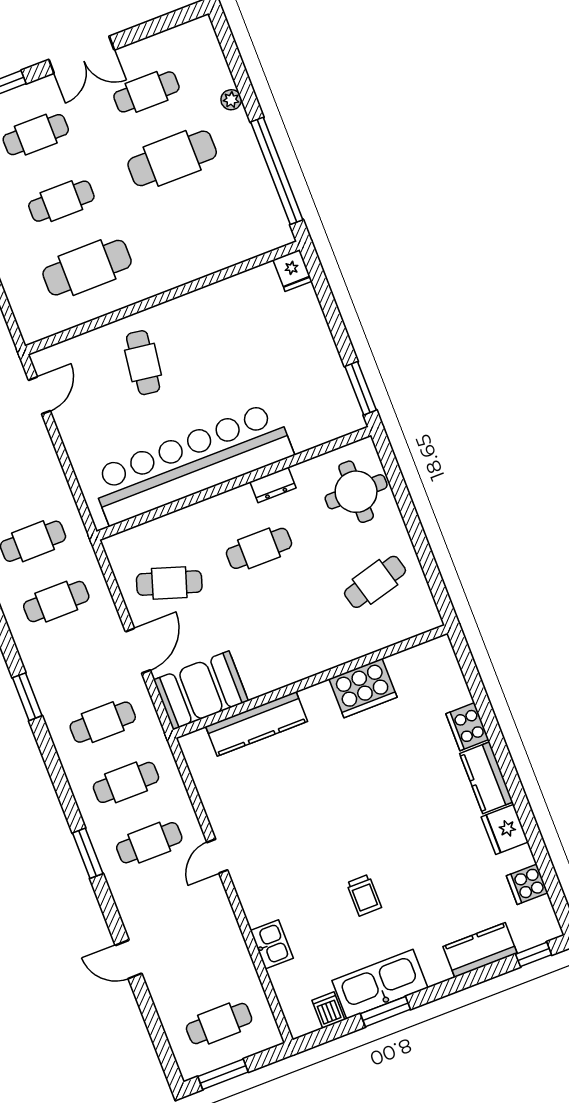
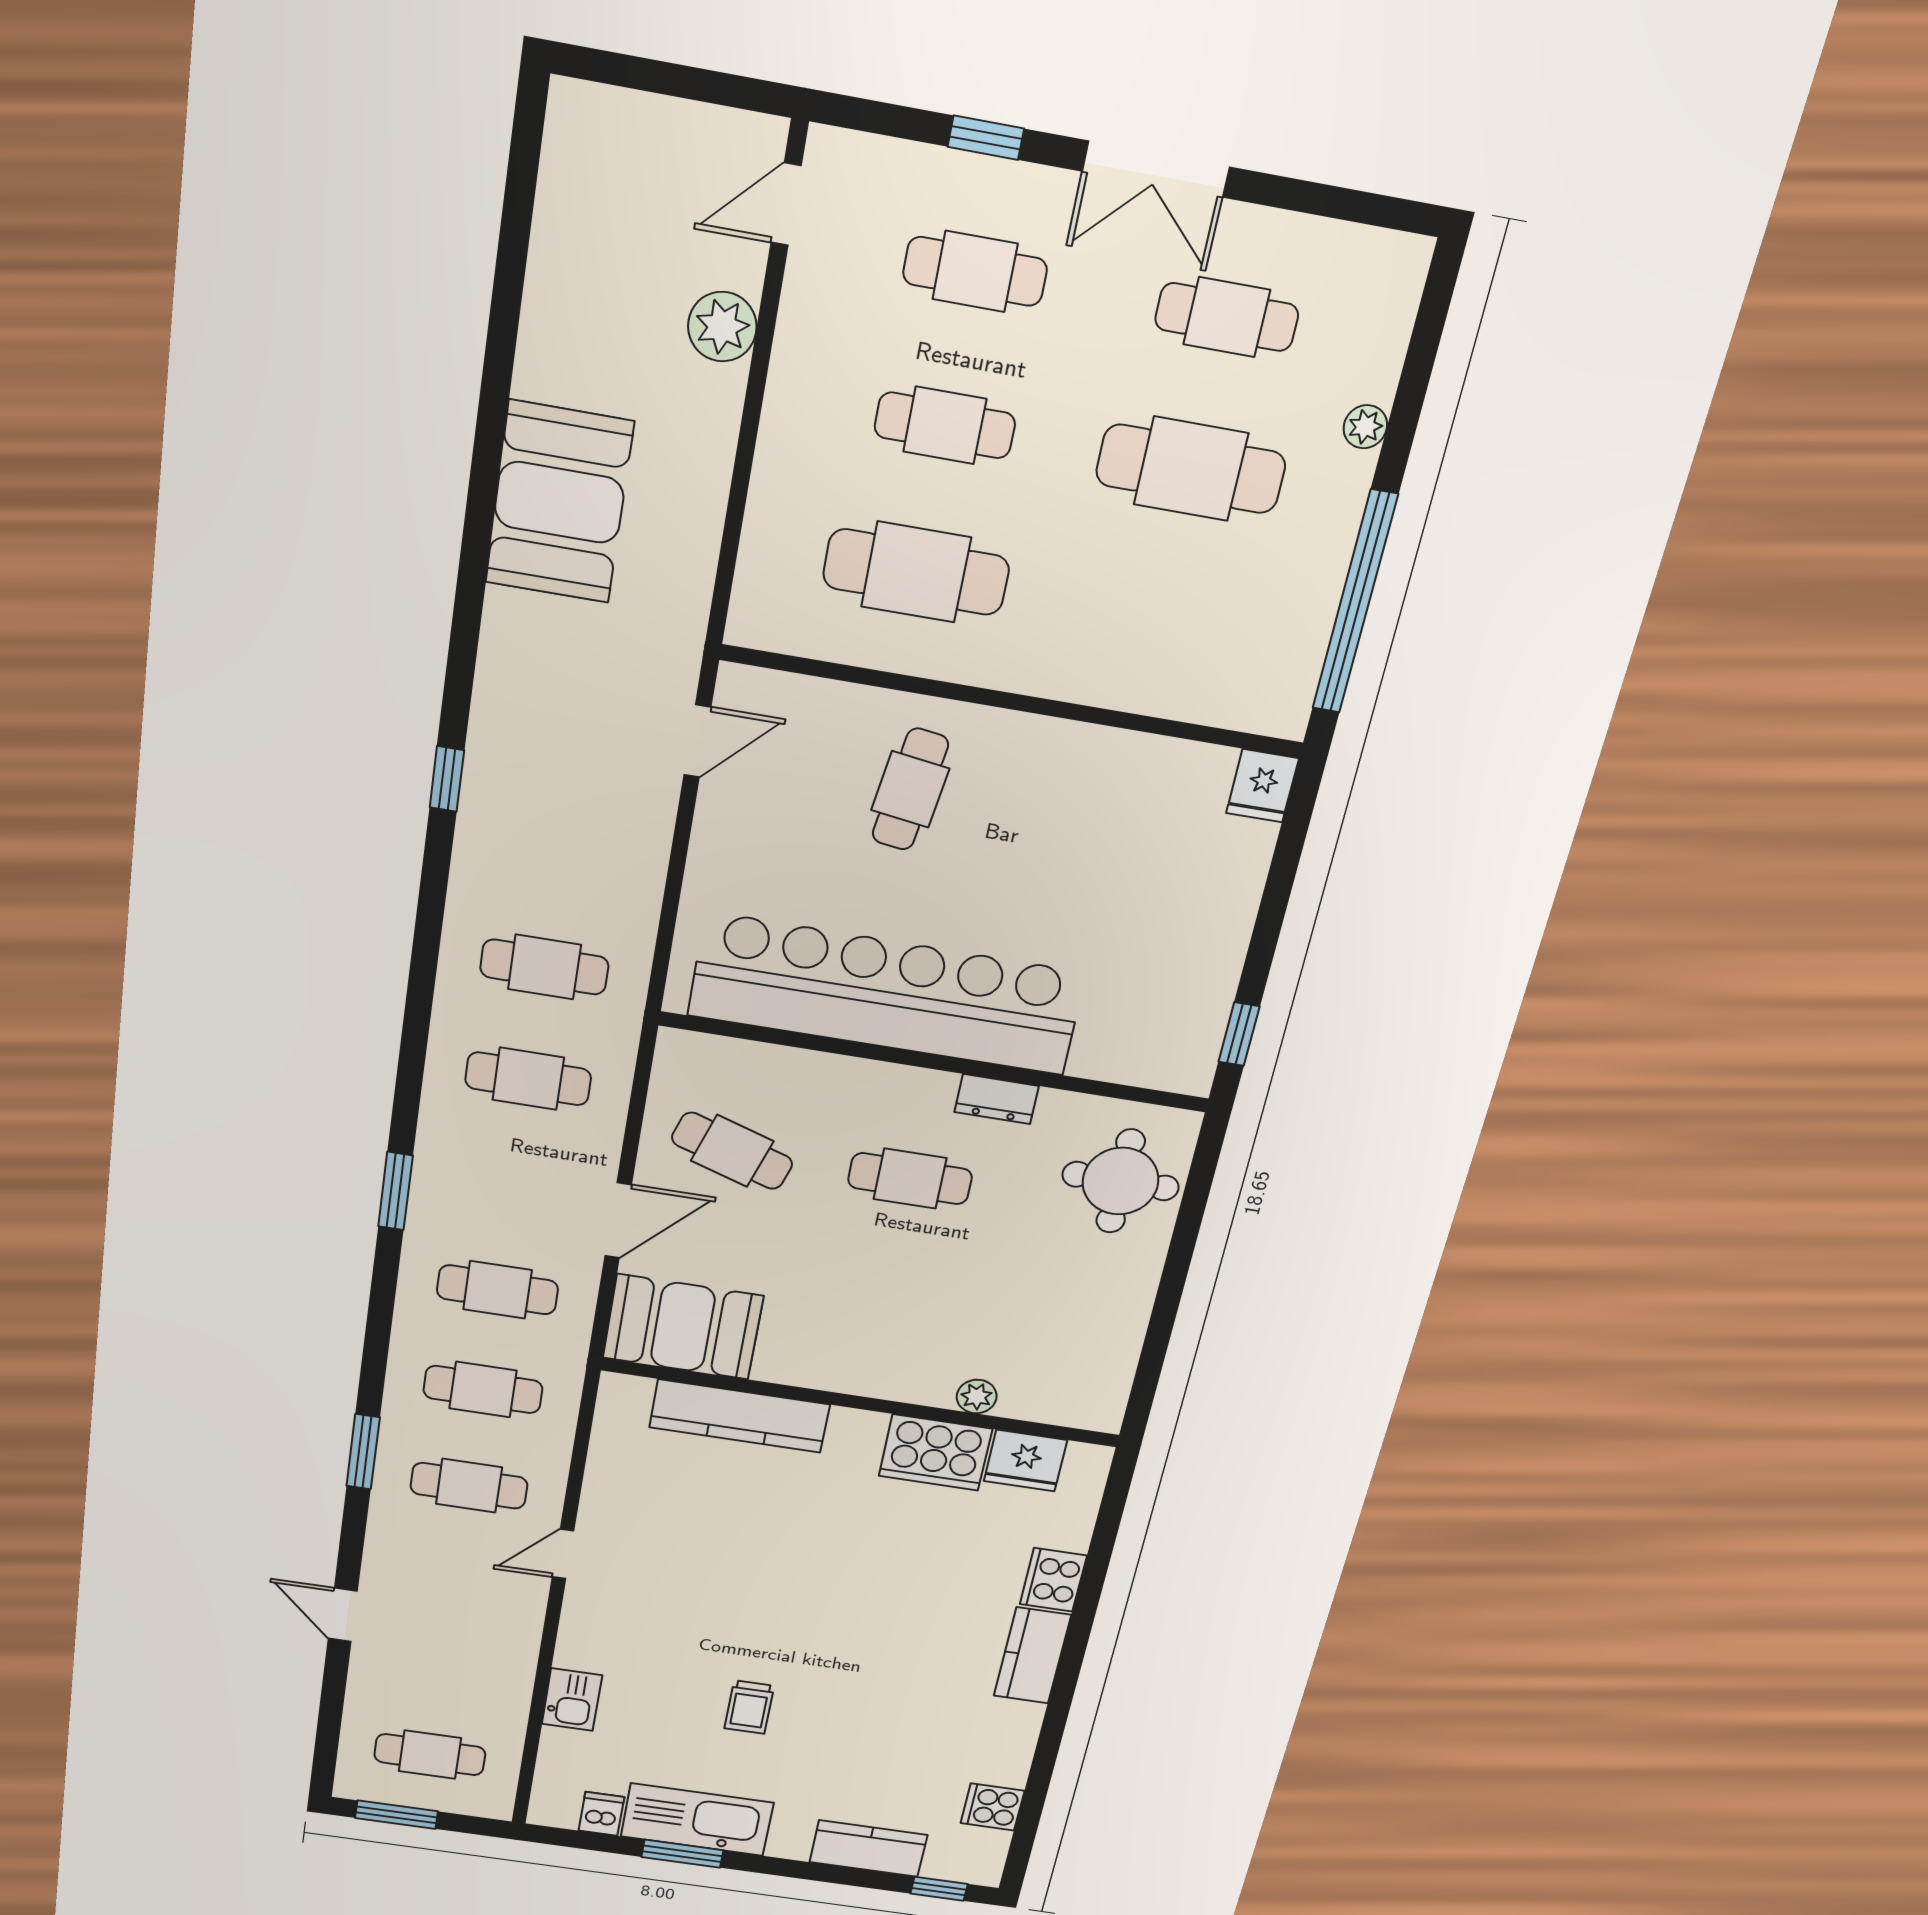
window: (361, 388) -> (1239, 1034), width x0.67
cafe table: (375, 582) -> (1057, 1322), removed
plant: (363, 645) -> (977, 1397), added
fridge: (505, 829) -> (1025, 1461), moved, turned -90

